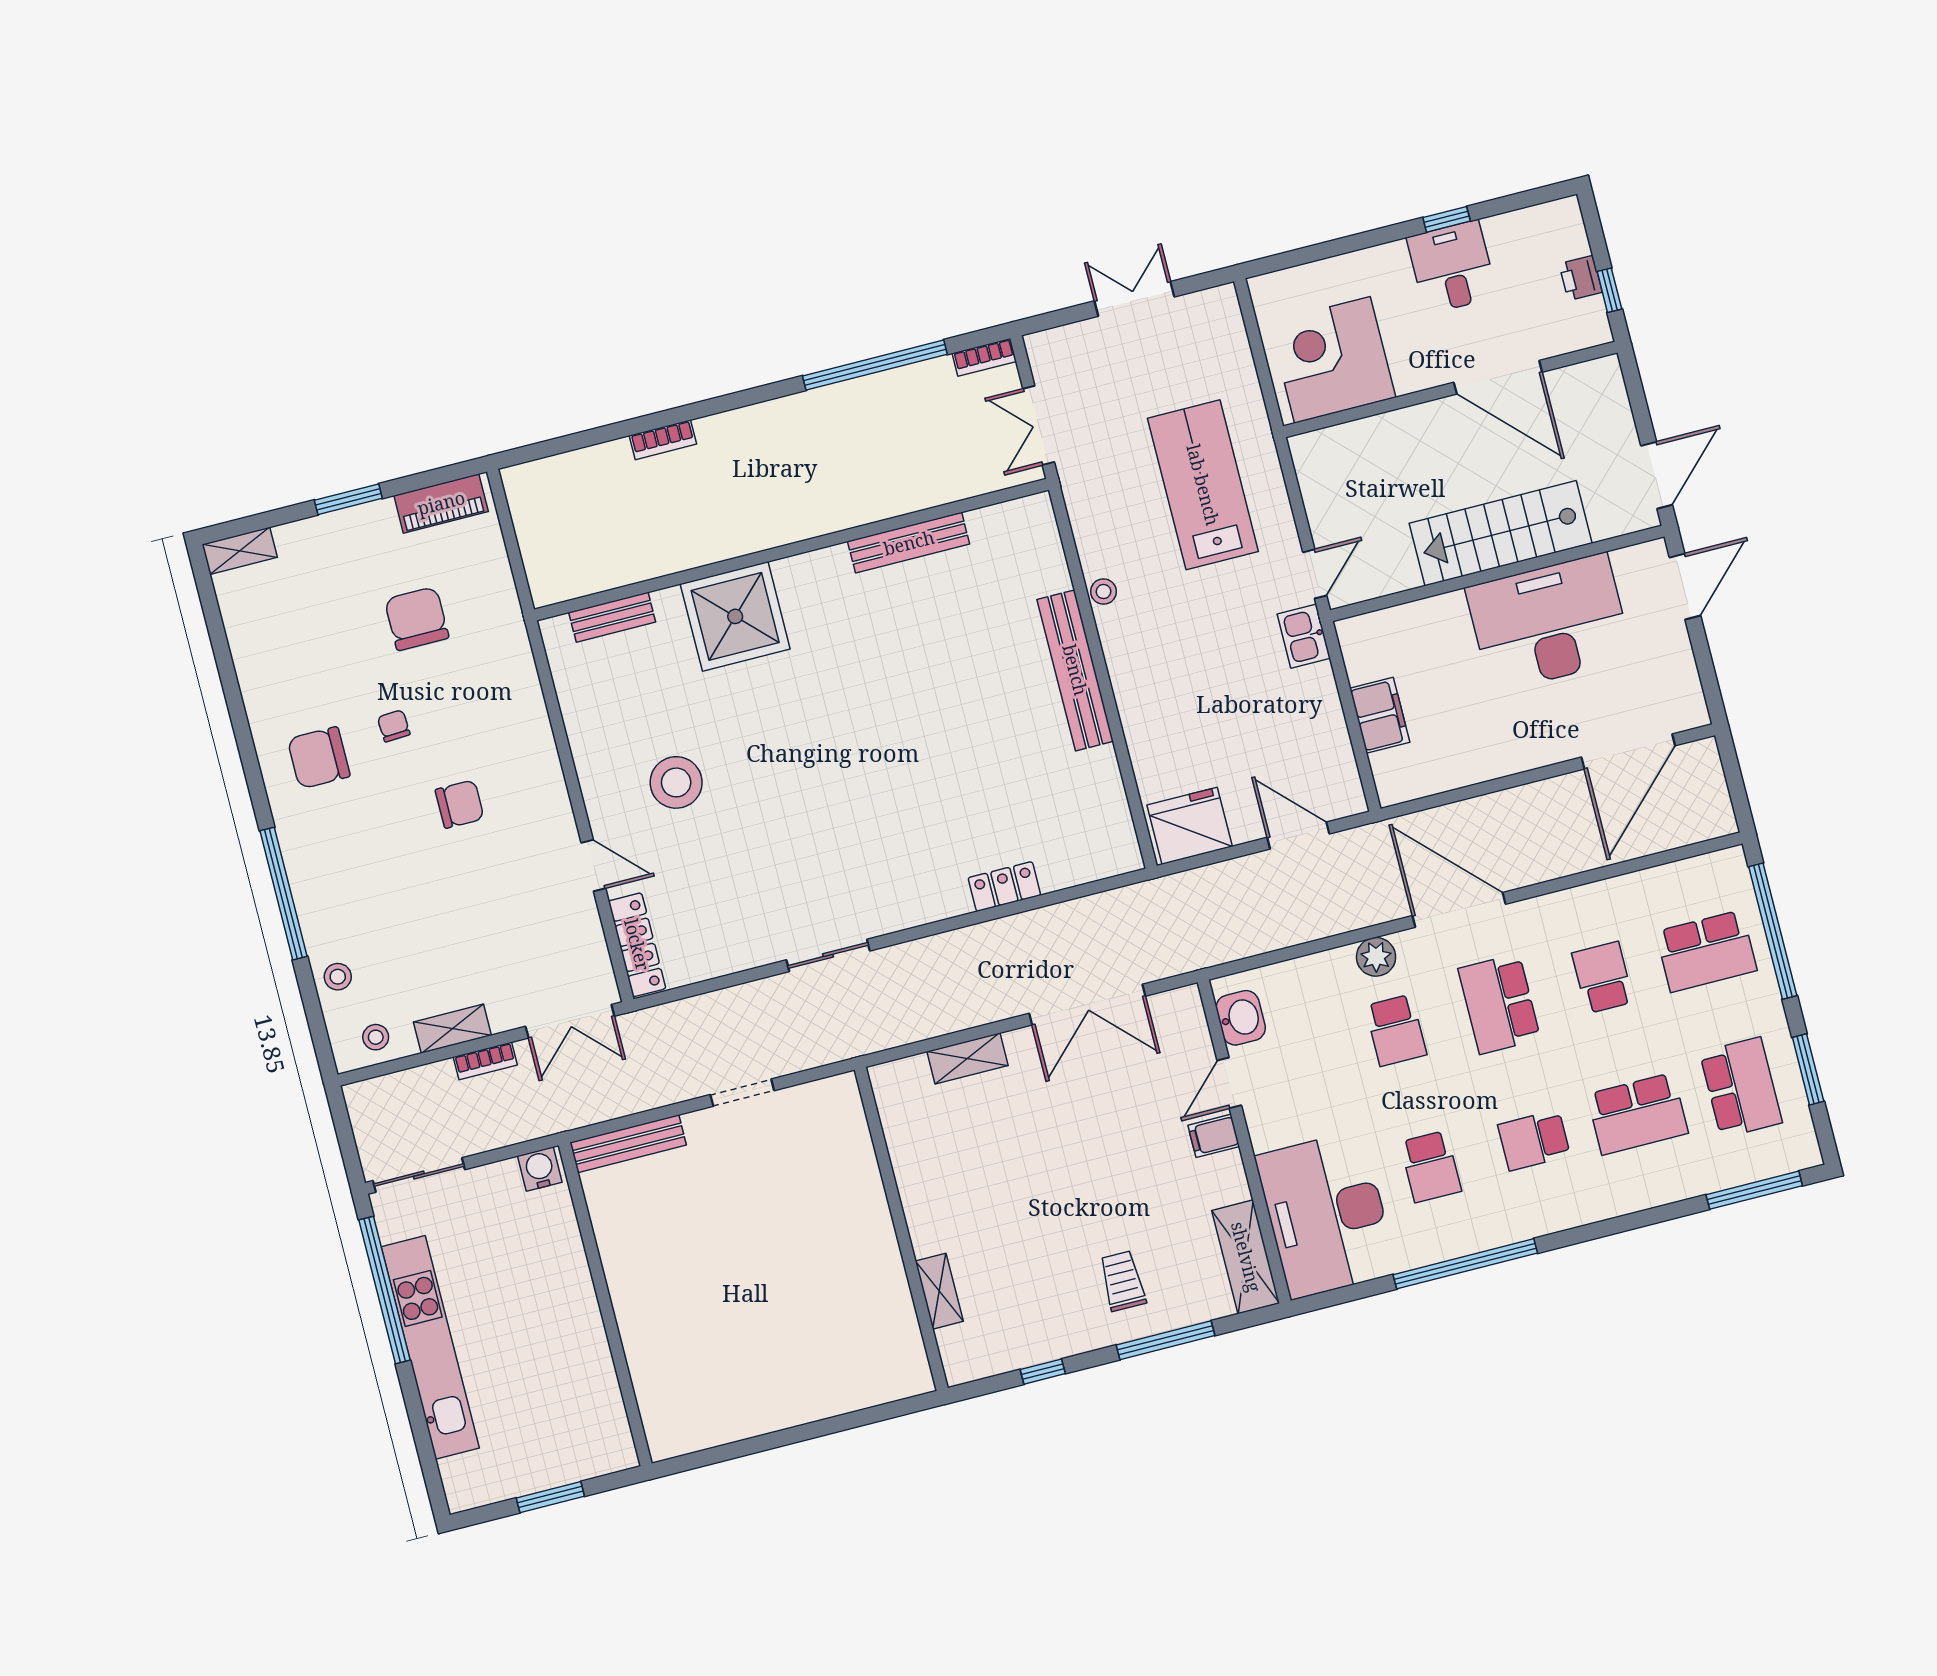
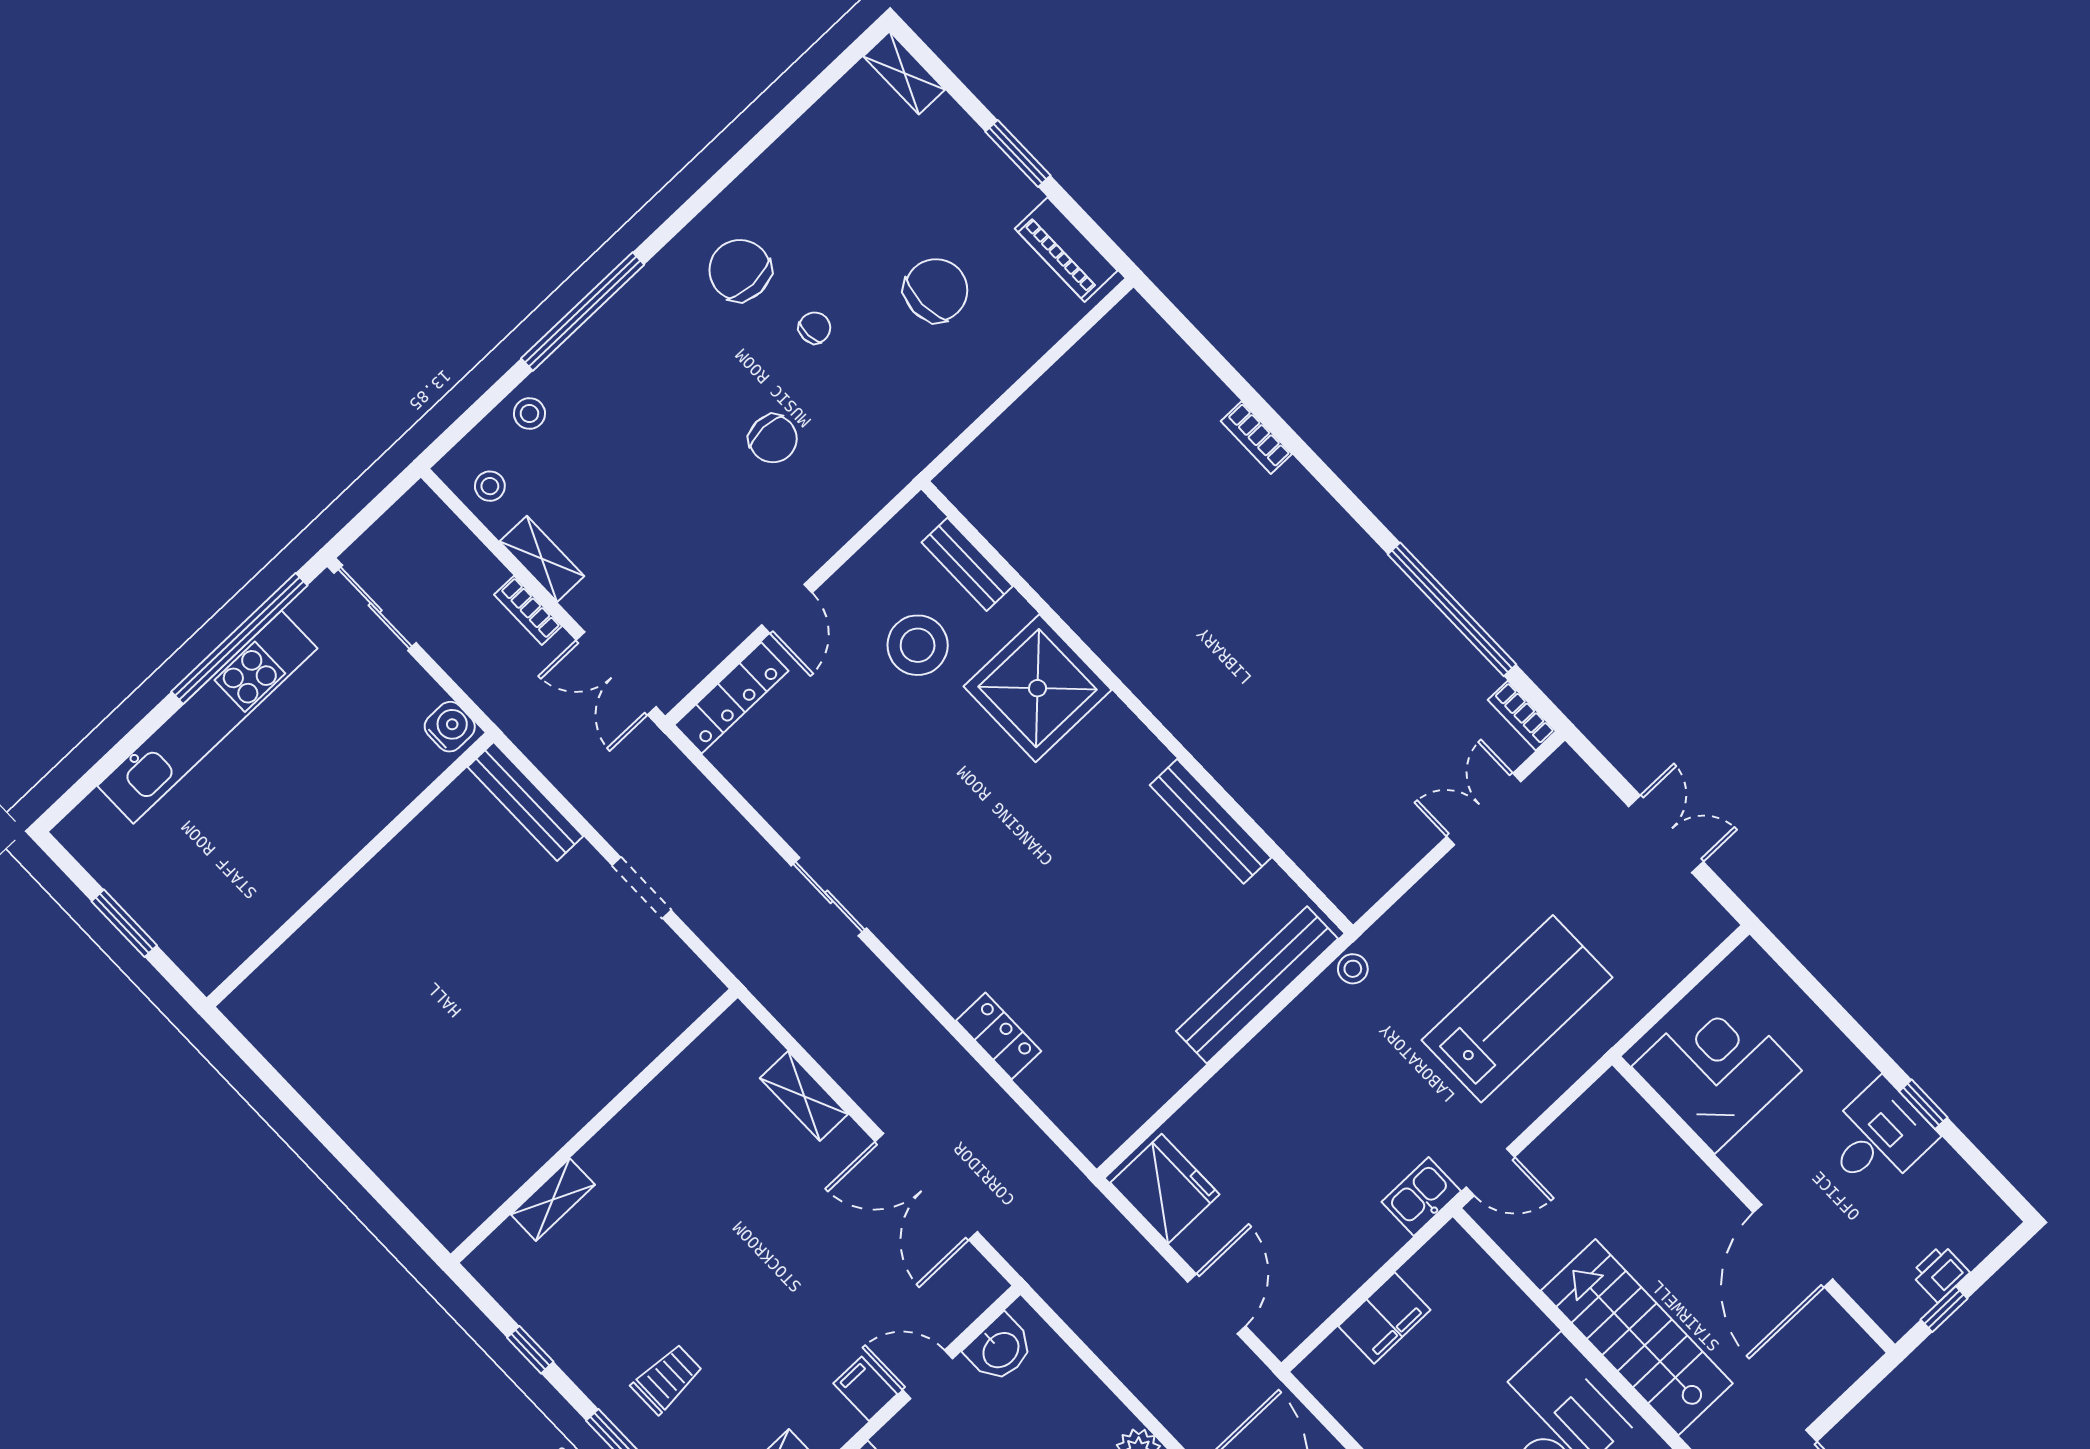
bench: (909, 543) -> (1210, 821), moved
wall: (792, 550) -> (1137, 707), moved
shower: (735, 616) -> (1038, 688), moved
bench: (612, 617) -> (967, 564), moved

